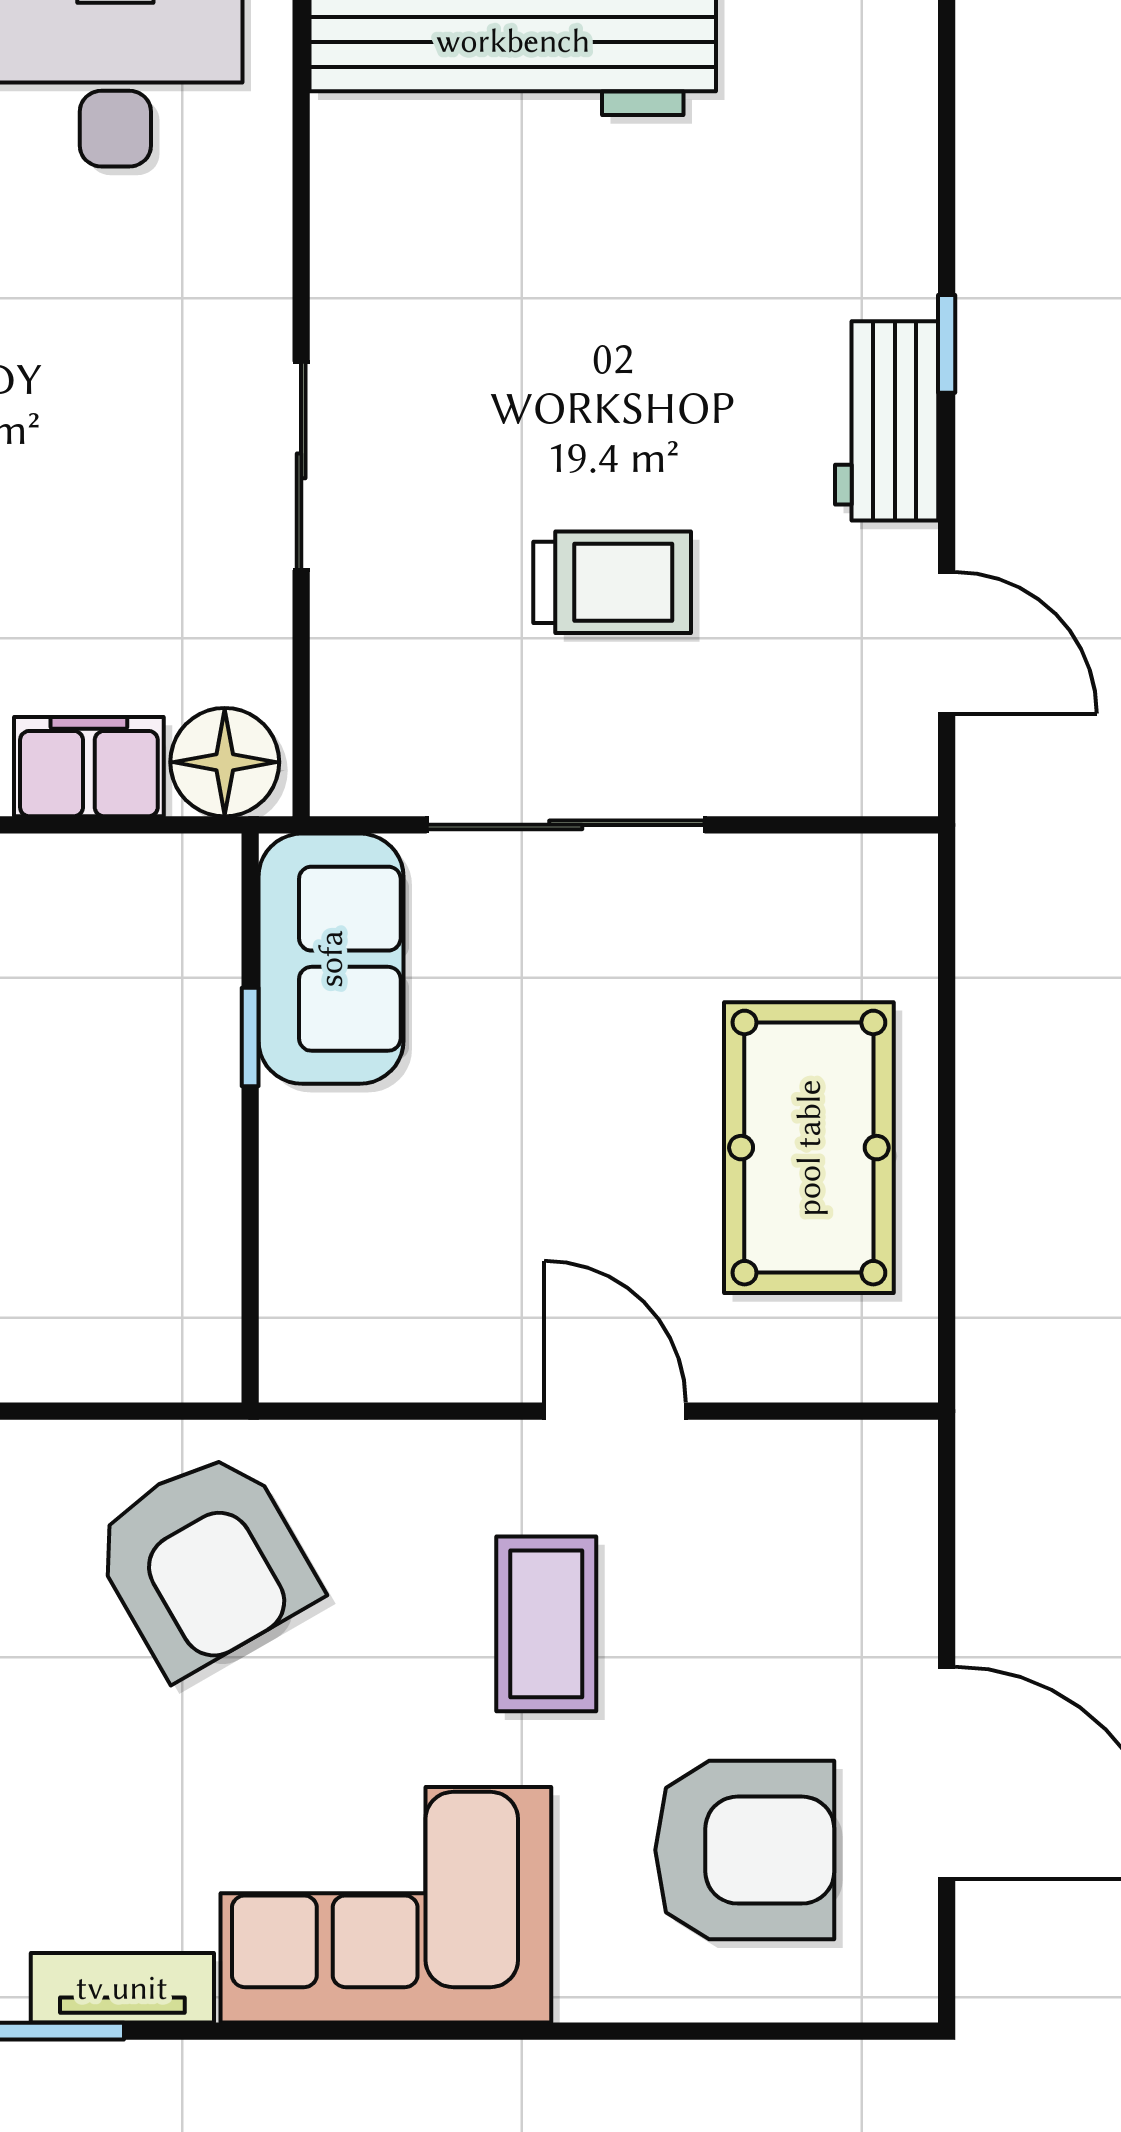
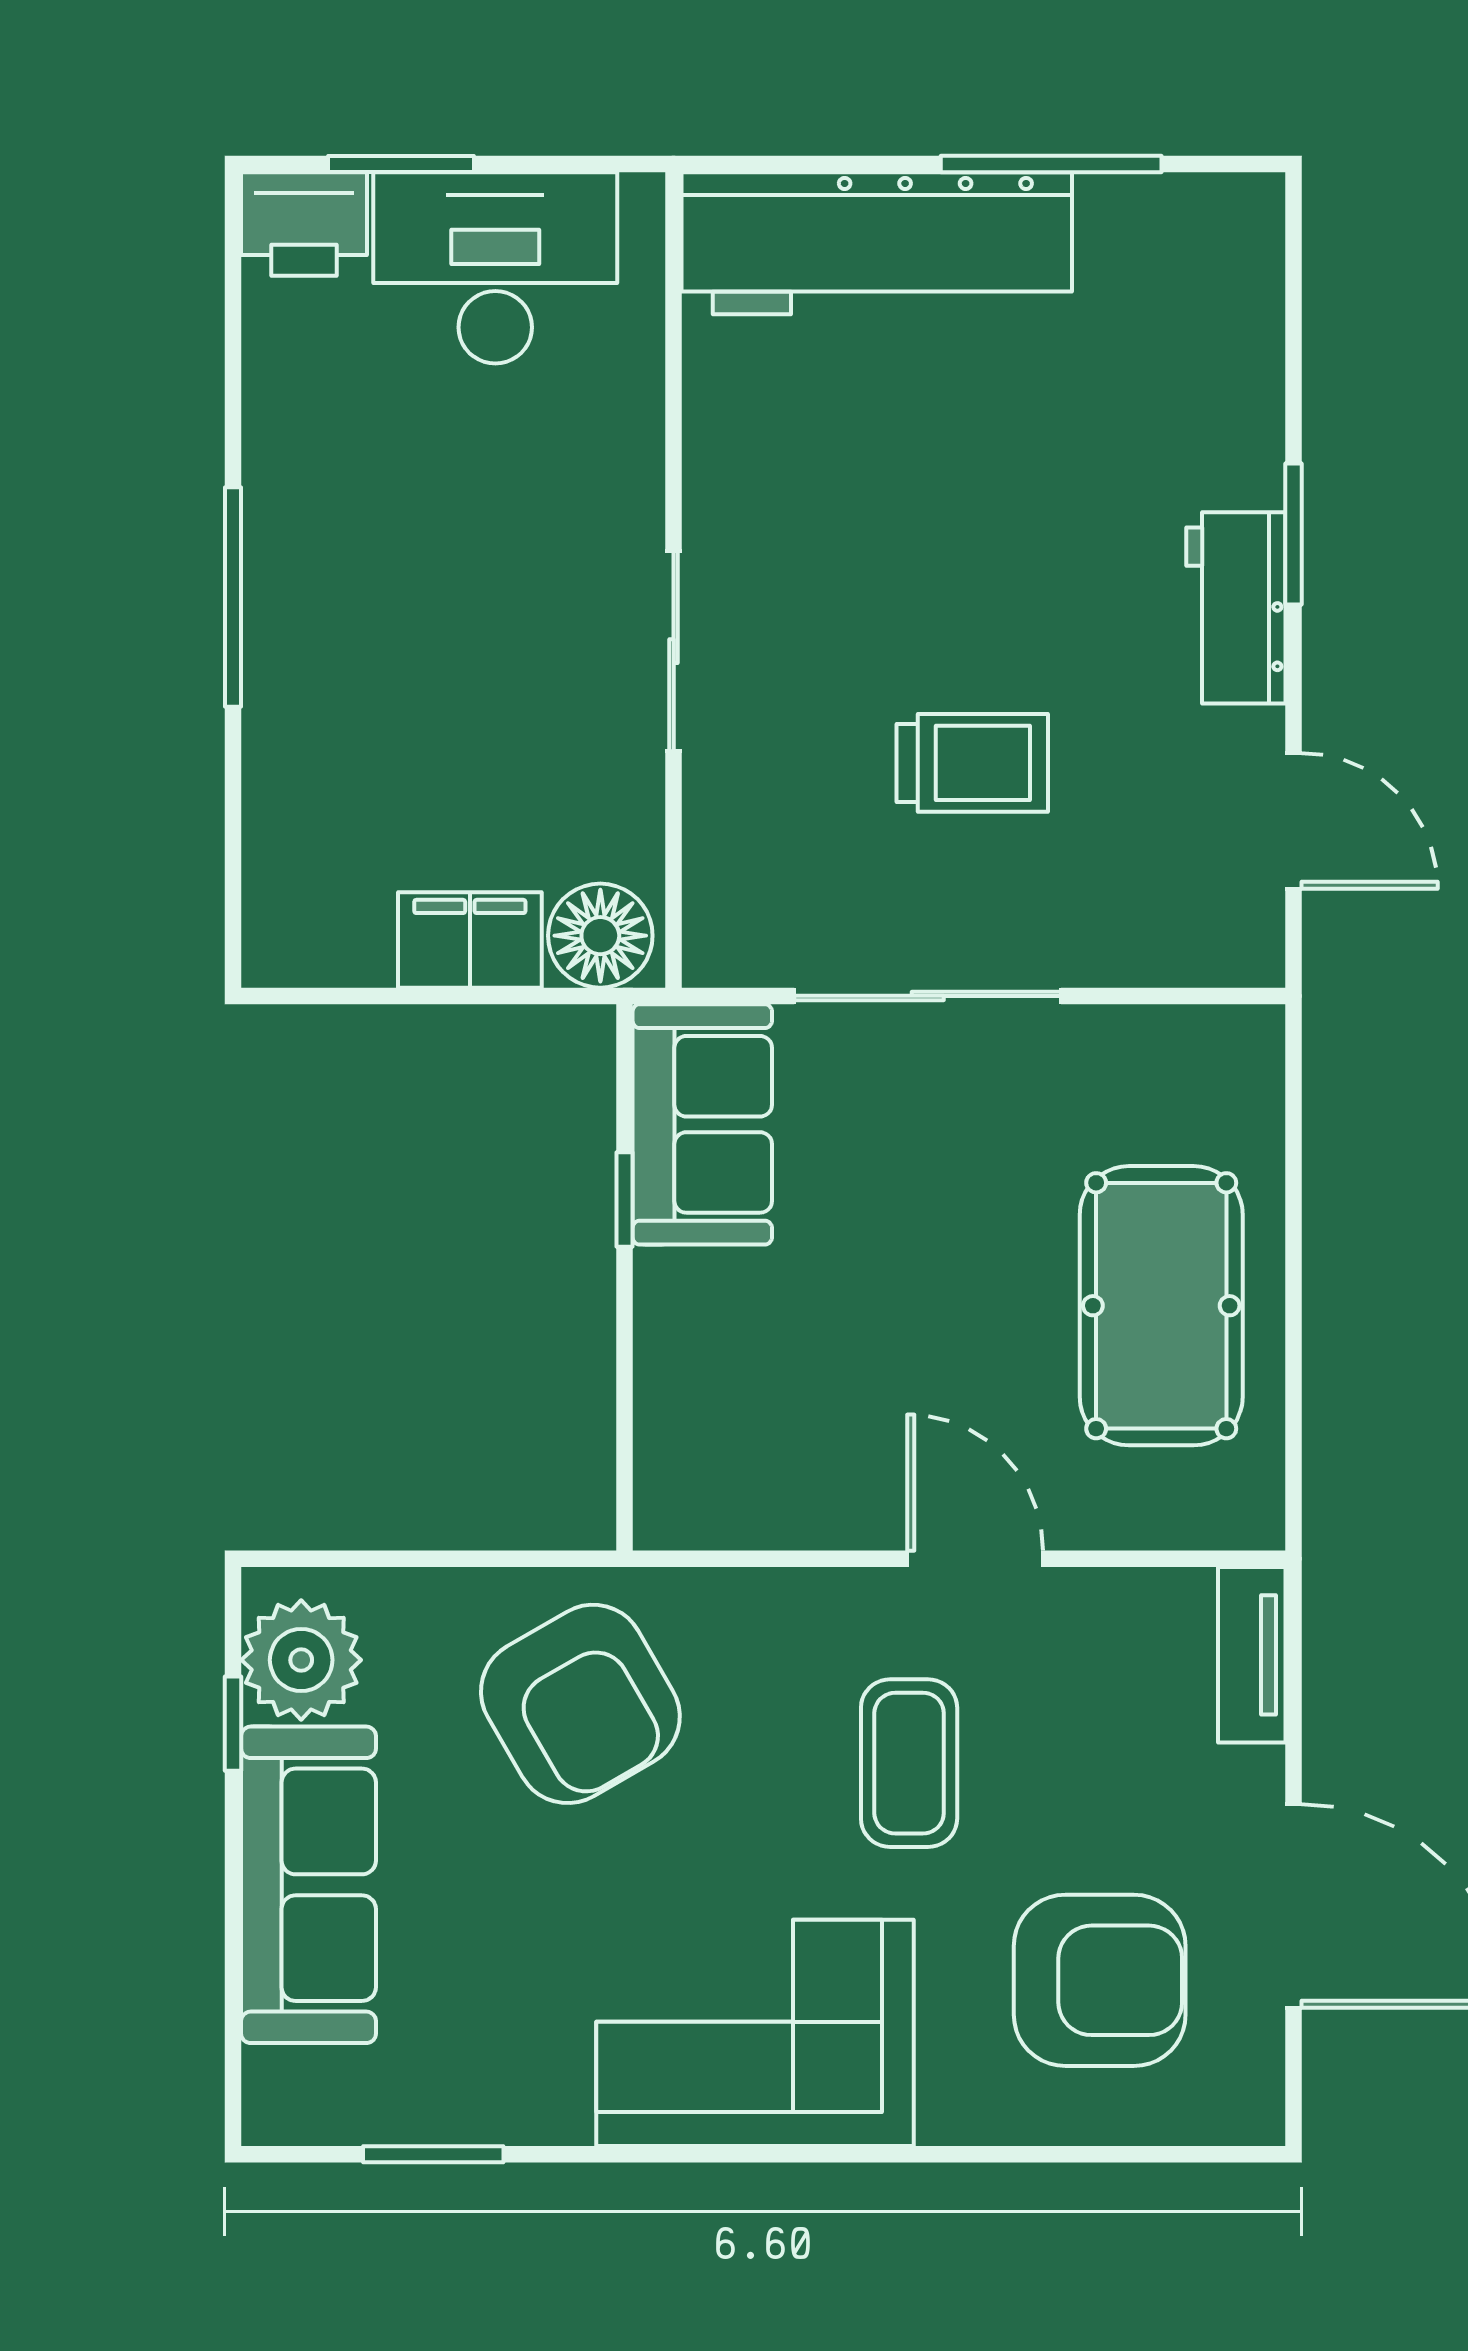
window: (947, 344) -> (1293, 534), width x1.50
tv unit: (122, 1988) -> (1252, 1655), moved, turned -90

